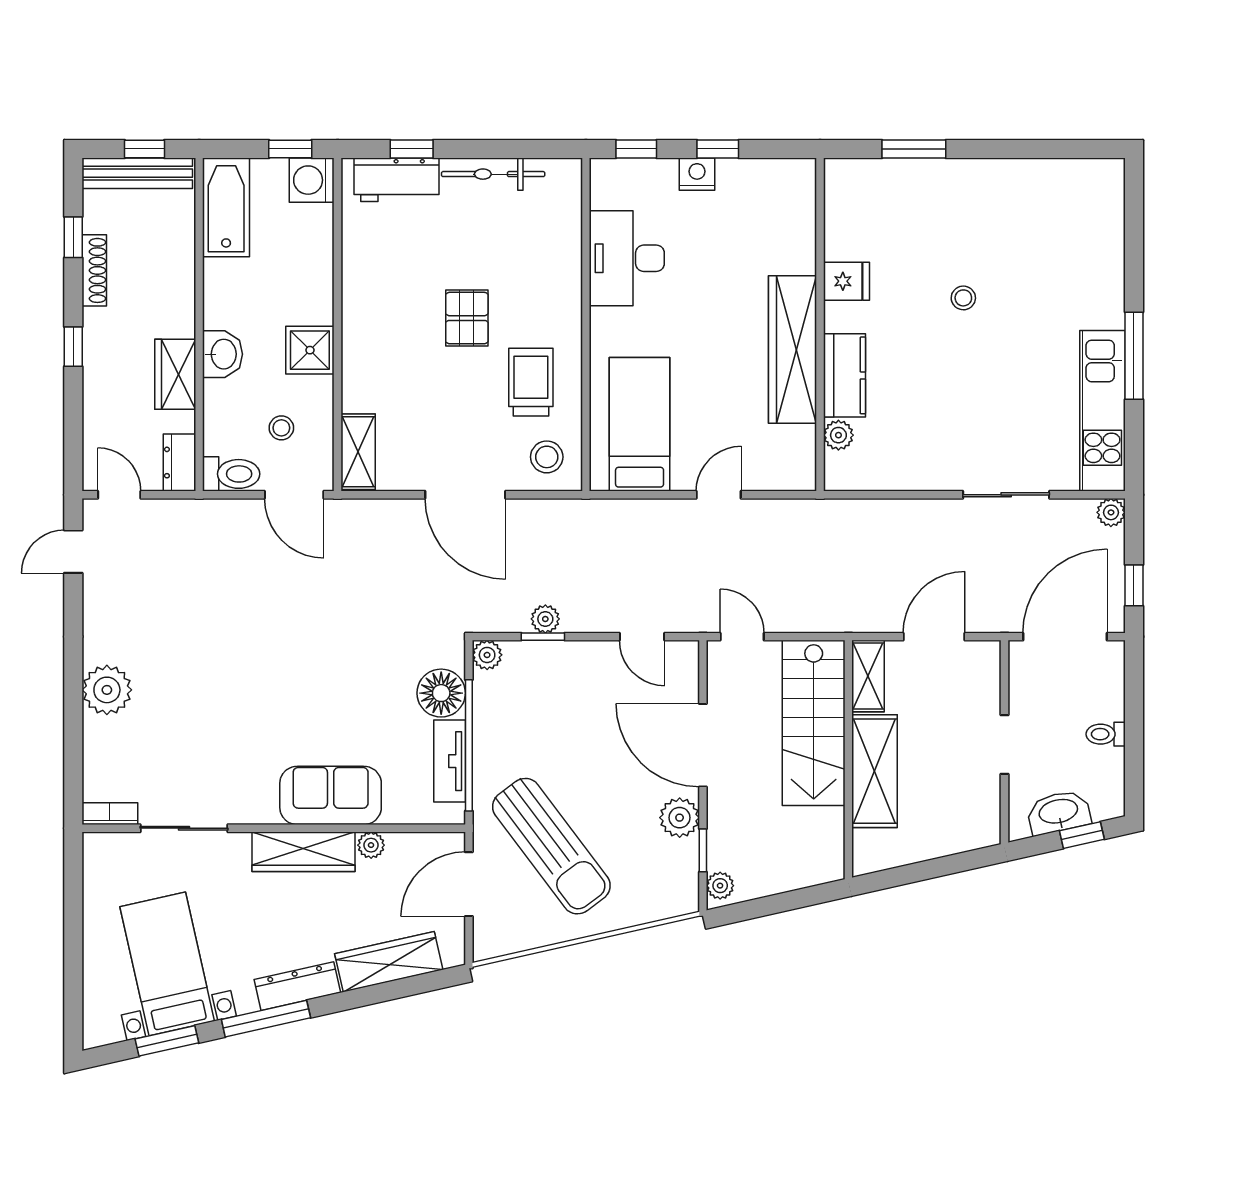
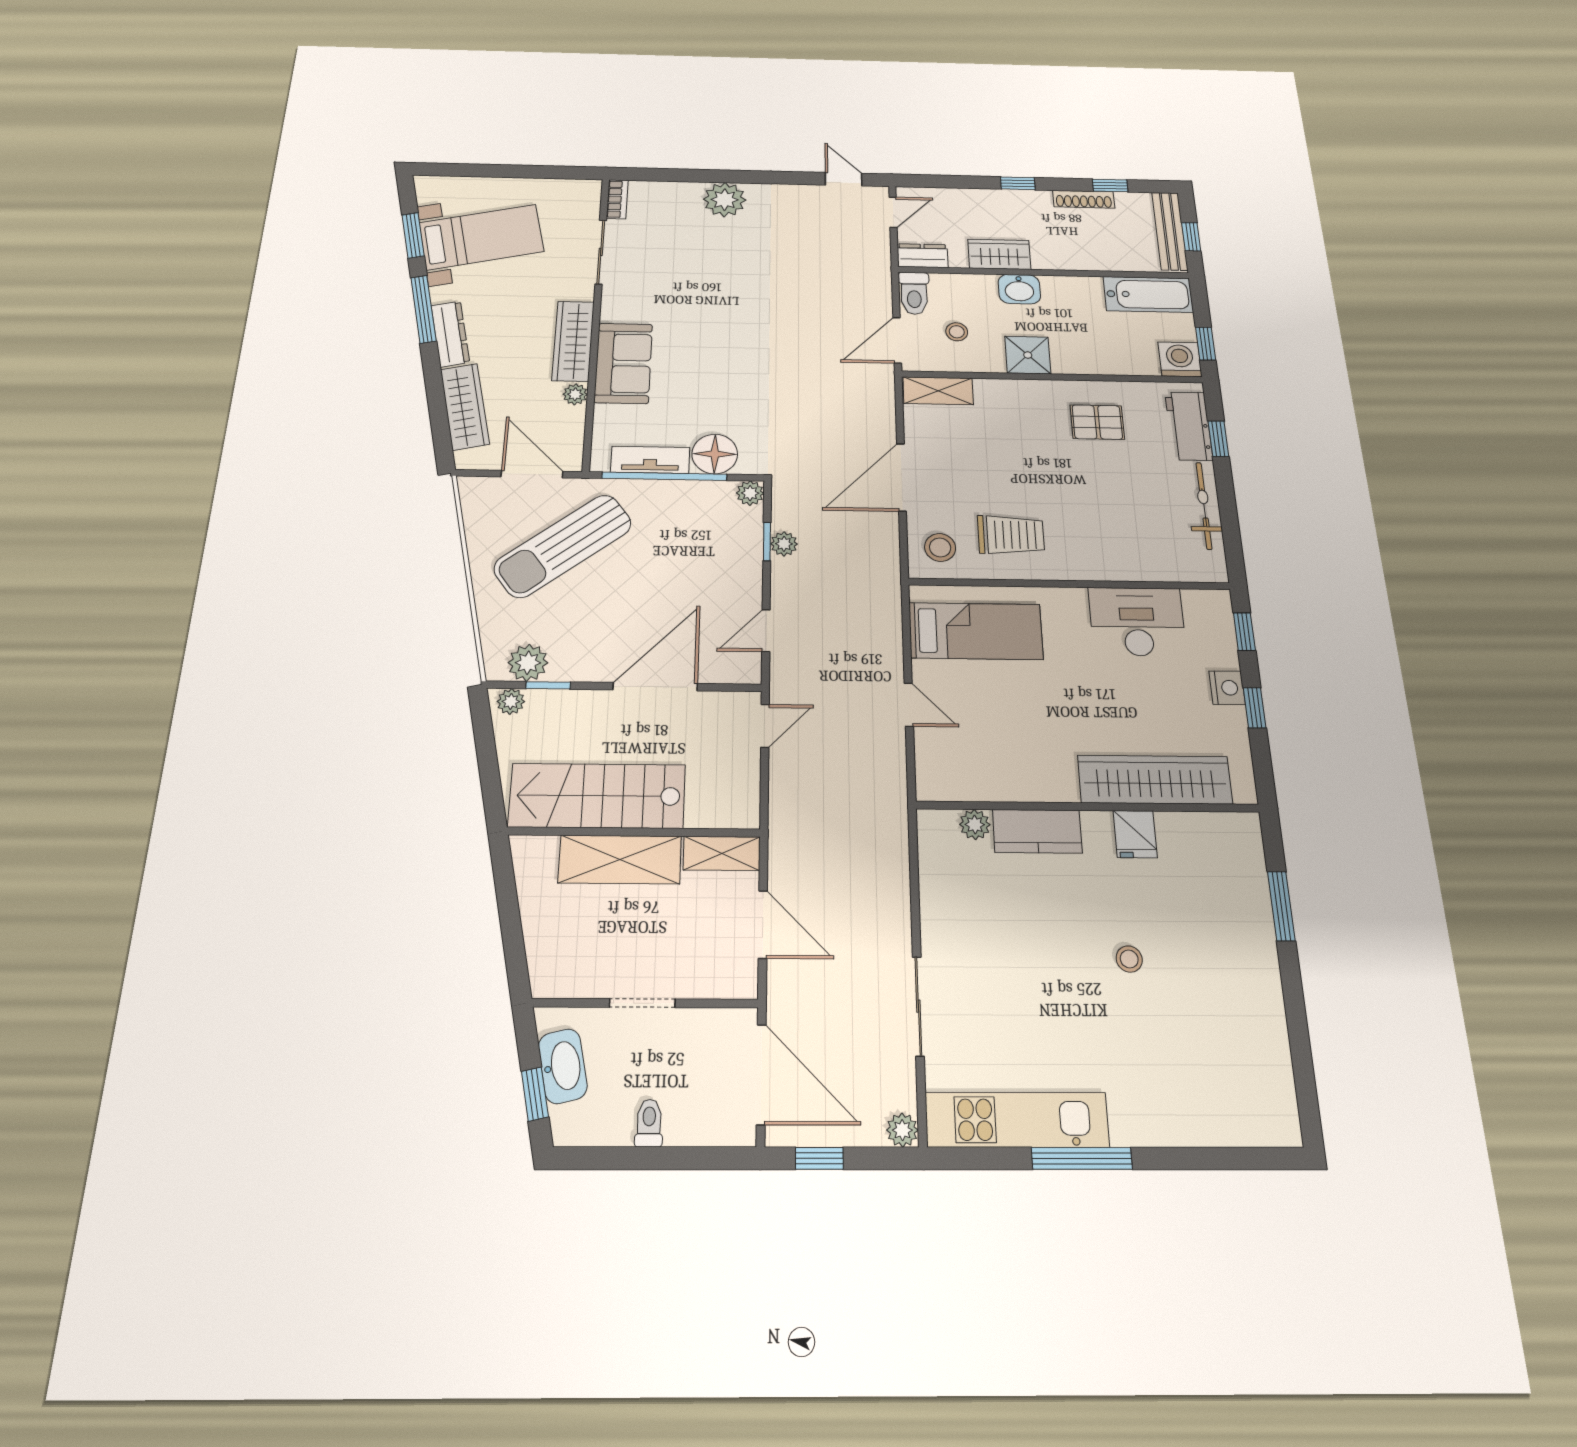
pallet: (467, 318) -> (1097, 422), moved
wardrobe: (793, 349) -> (1155, 780), moved
stairs: (814, 723) -> (597, 796), moved
plant: (680, 818) -> (528, 663), moved

